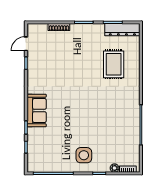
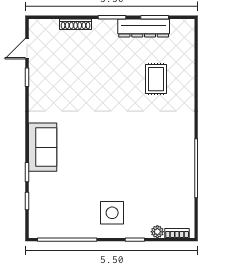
dresser: (122, 30) -> (144, 28), moved
rug: (114, 64) -> (156, 79), width x0.73, depth x0.70

